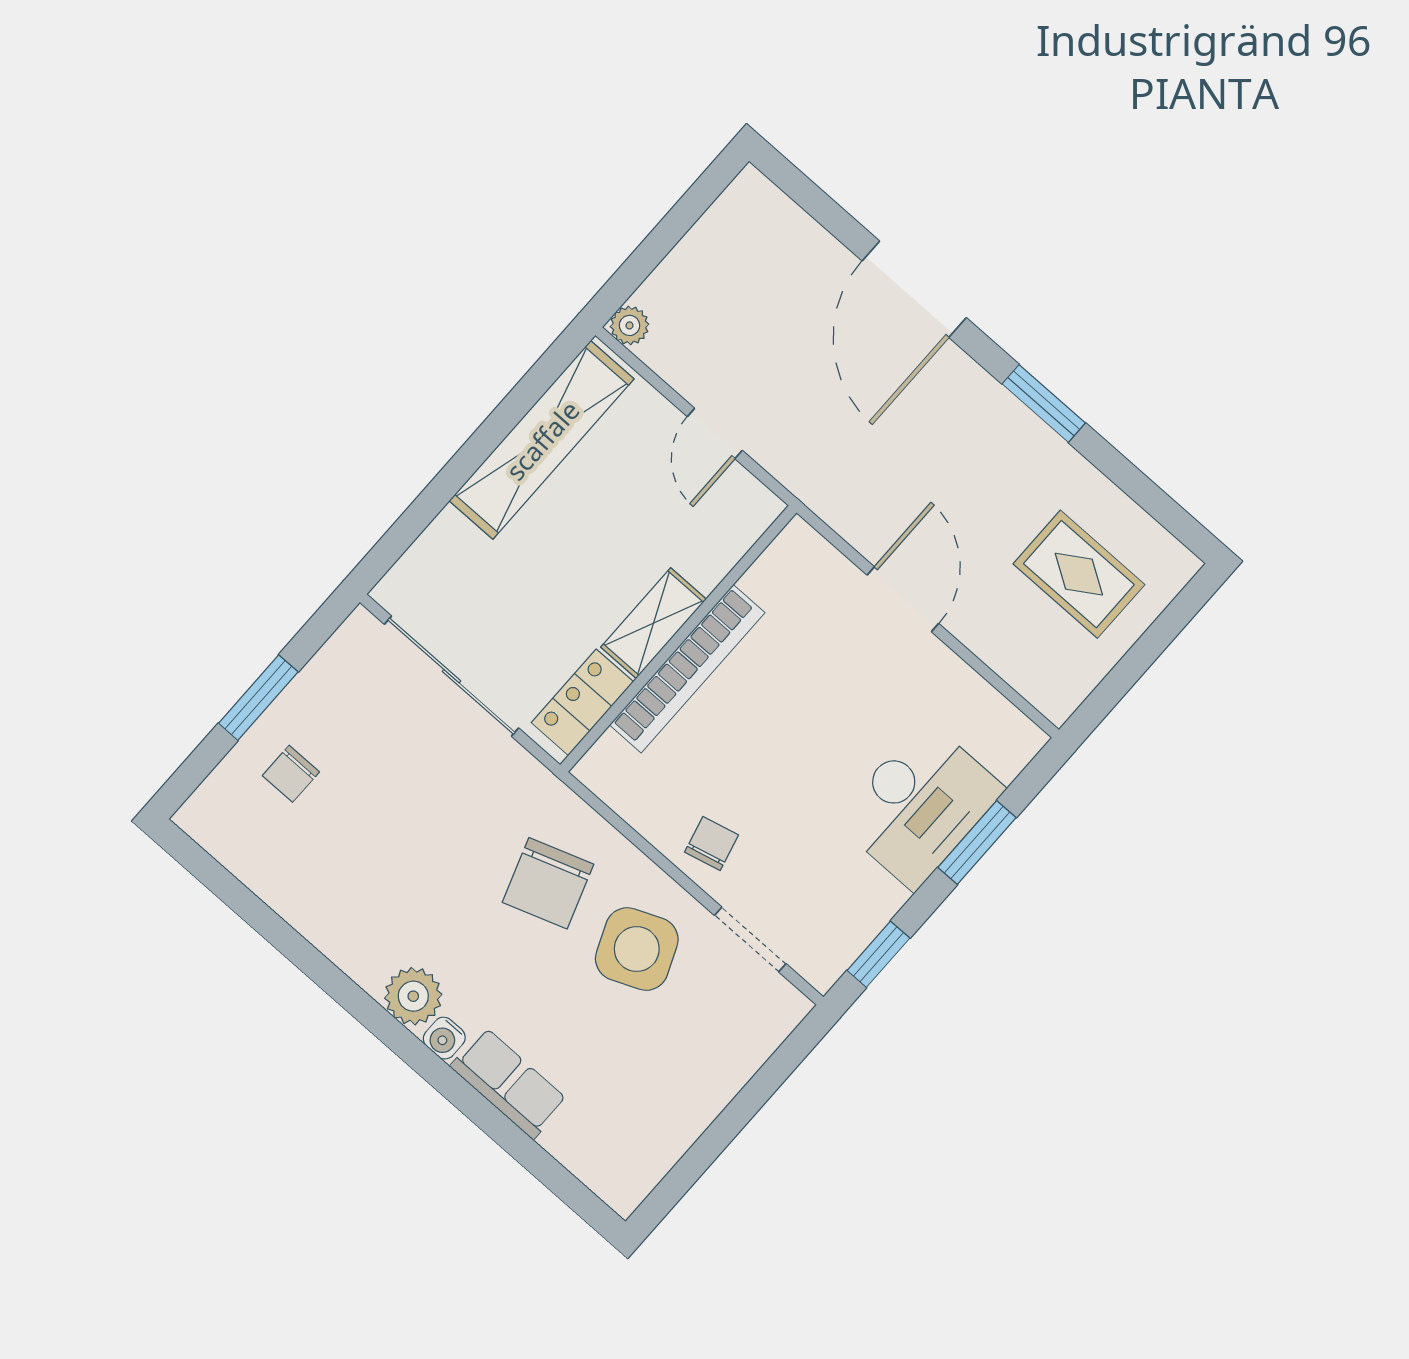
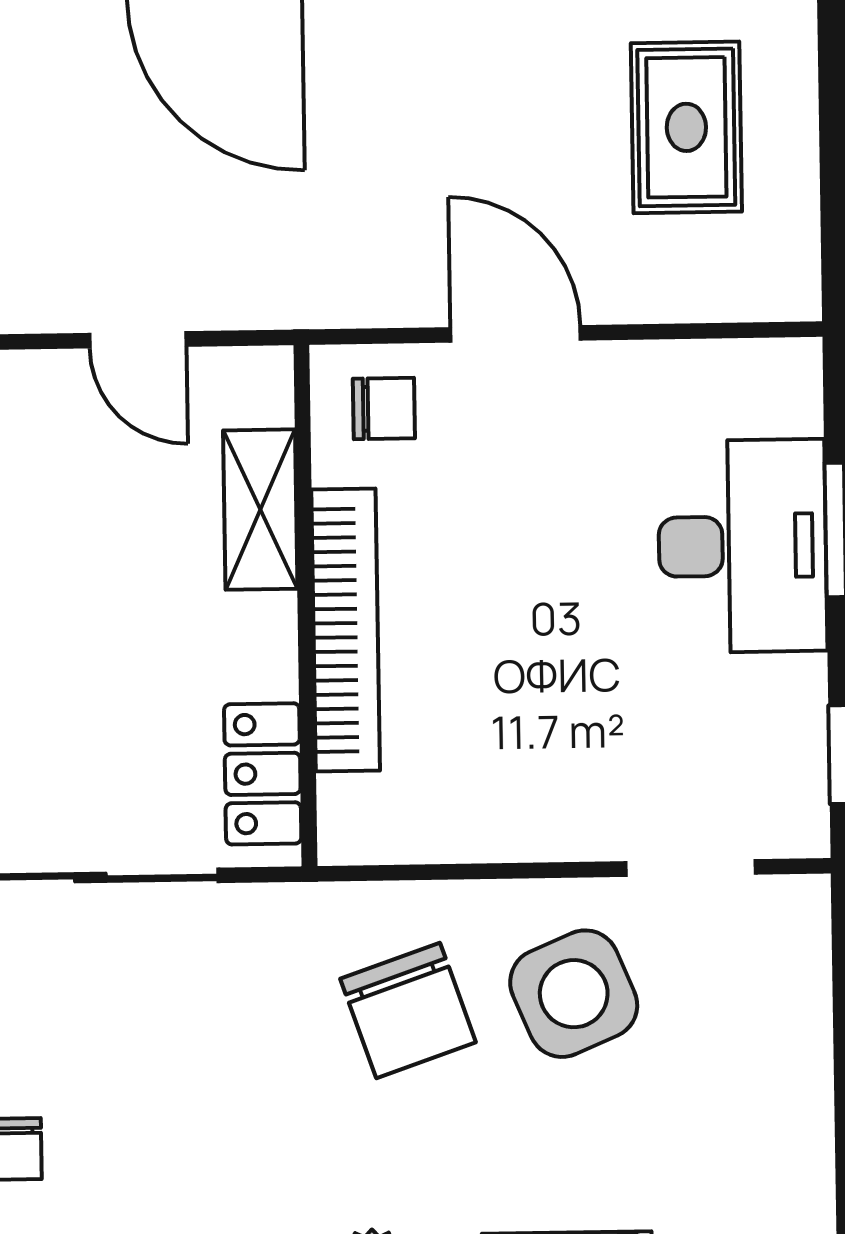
rug: (1079, 574) -> (686, 127), turned 90
shelving: (653, 623) -> (260, 510), moved
chair: (712, 844) -> (384, 409), moved, turned 104

